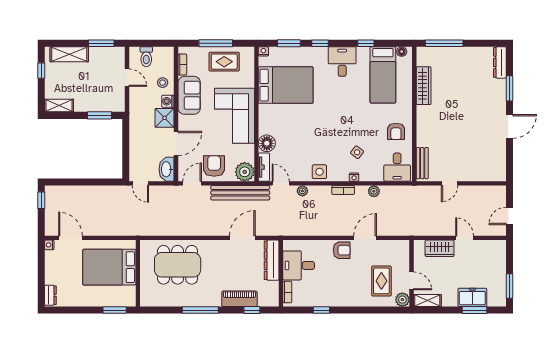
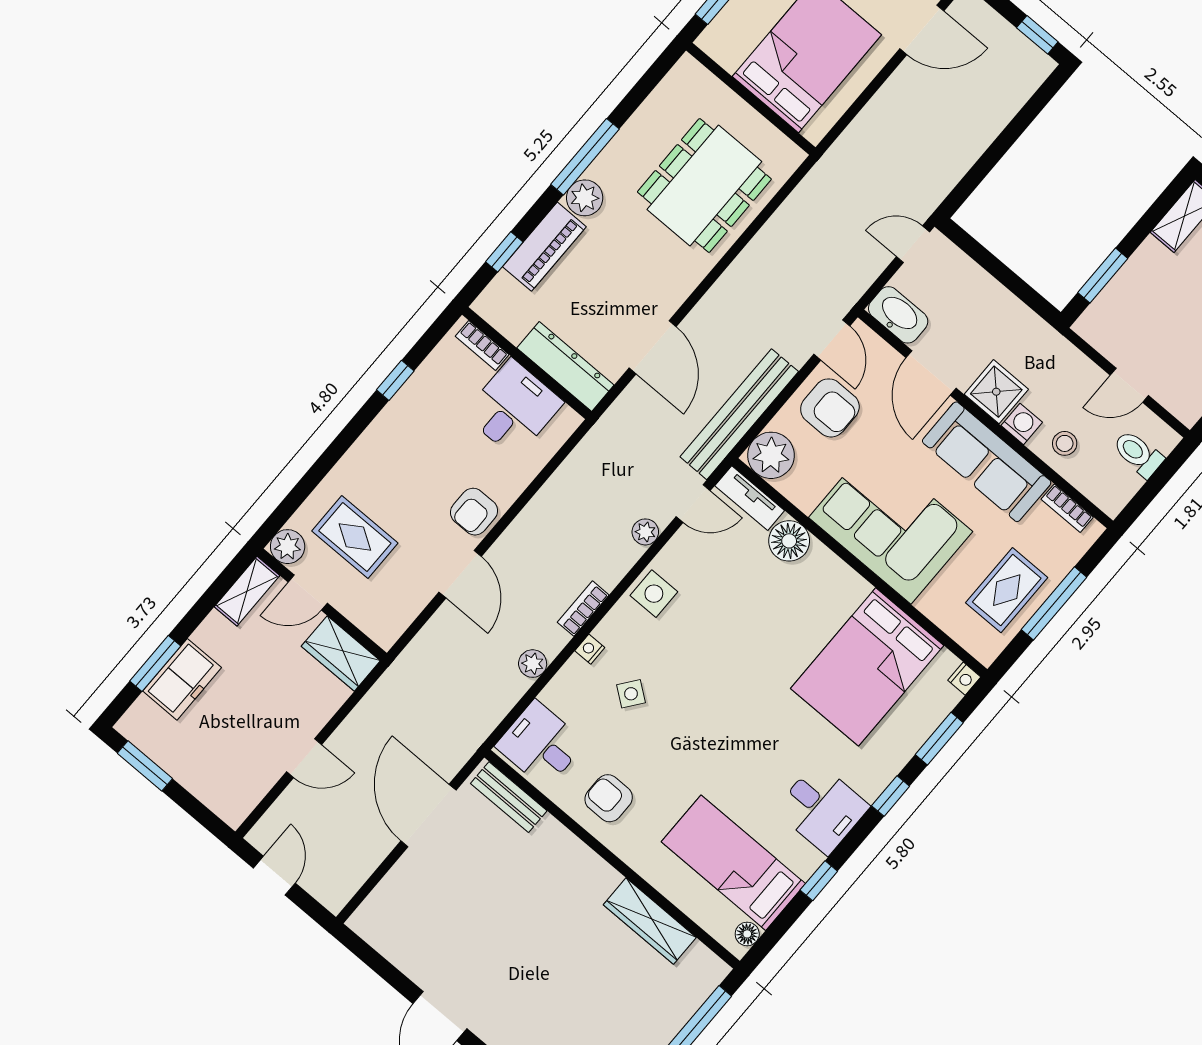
sofa: (189, 95) -> (987, 462), width x1.36
door: (449, 183) -> (428, 816), width x1.87
wardrobe: (440, 248) -> (341, 654), moved, turned -90
plant: (213, 299) -> (585, 198), added

